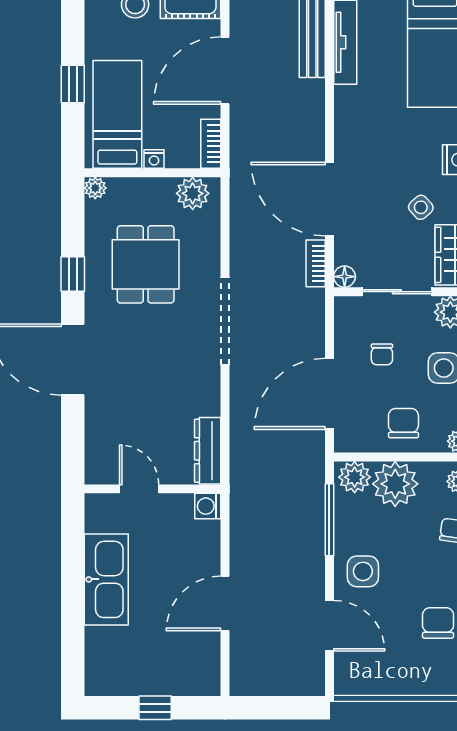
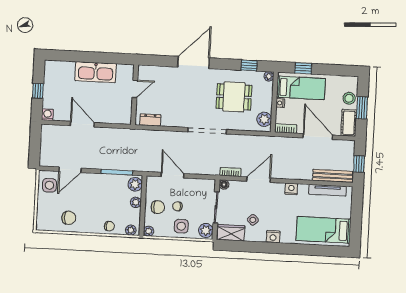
window: (73, 84) -> (303, 68), moved
nightstand: (347, 124) -> (291, 189), added
door: (329, 199) -> (259, 180), width x0.73
window: (73, 274) -> (249, 65), moved
chair: (382, 354) -> (177, 206), moved
door: (329, 394) -> (173, 175), width x0.73
dresser: (208, 451) -> (150, 120), width x0.70
plant: (395, 484) -> (136, 202), width x0.53, depth x0.53
washing machine: (208, 506) -> (47, 115), moved
side table: (363, 571) -> (49, 185), moved

